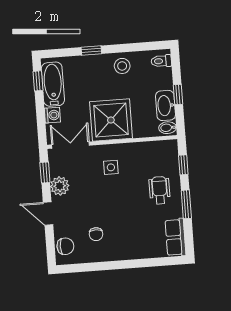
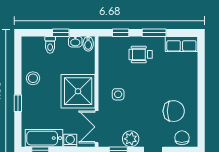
toilet: (161, 61) -> (50, 45), moved
washbasin: (165, 105) -> (75, 42), width x0.52, depth x0.69
chair: (96, 234) -> (174, 111), width x1.87, depth x1.87

